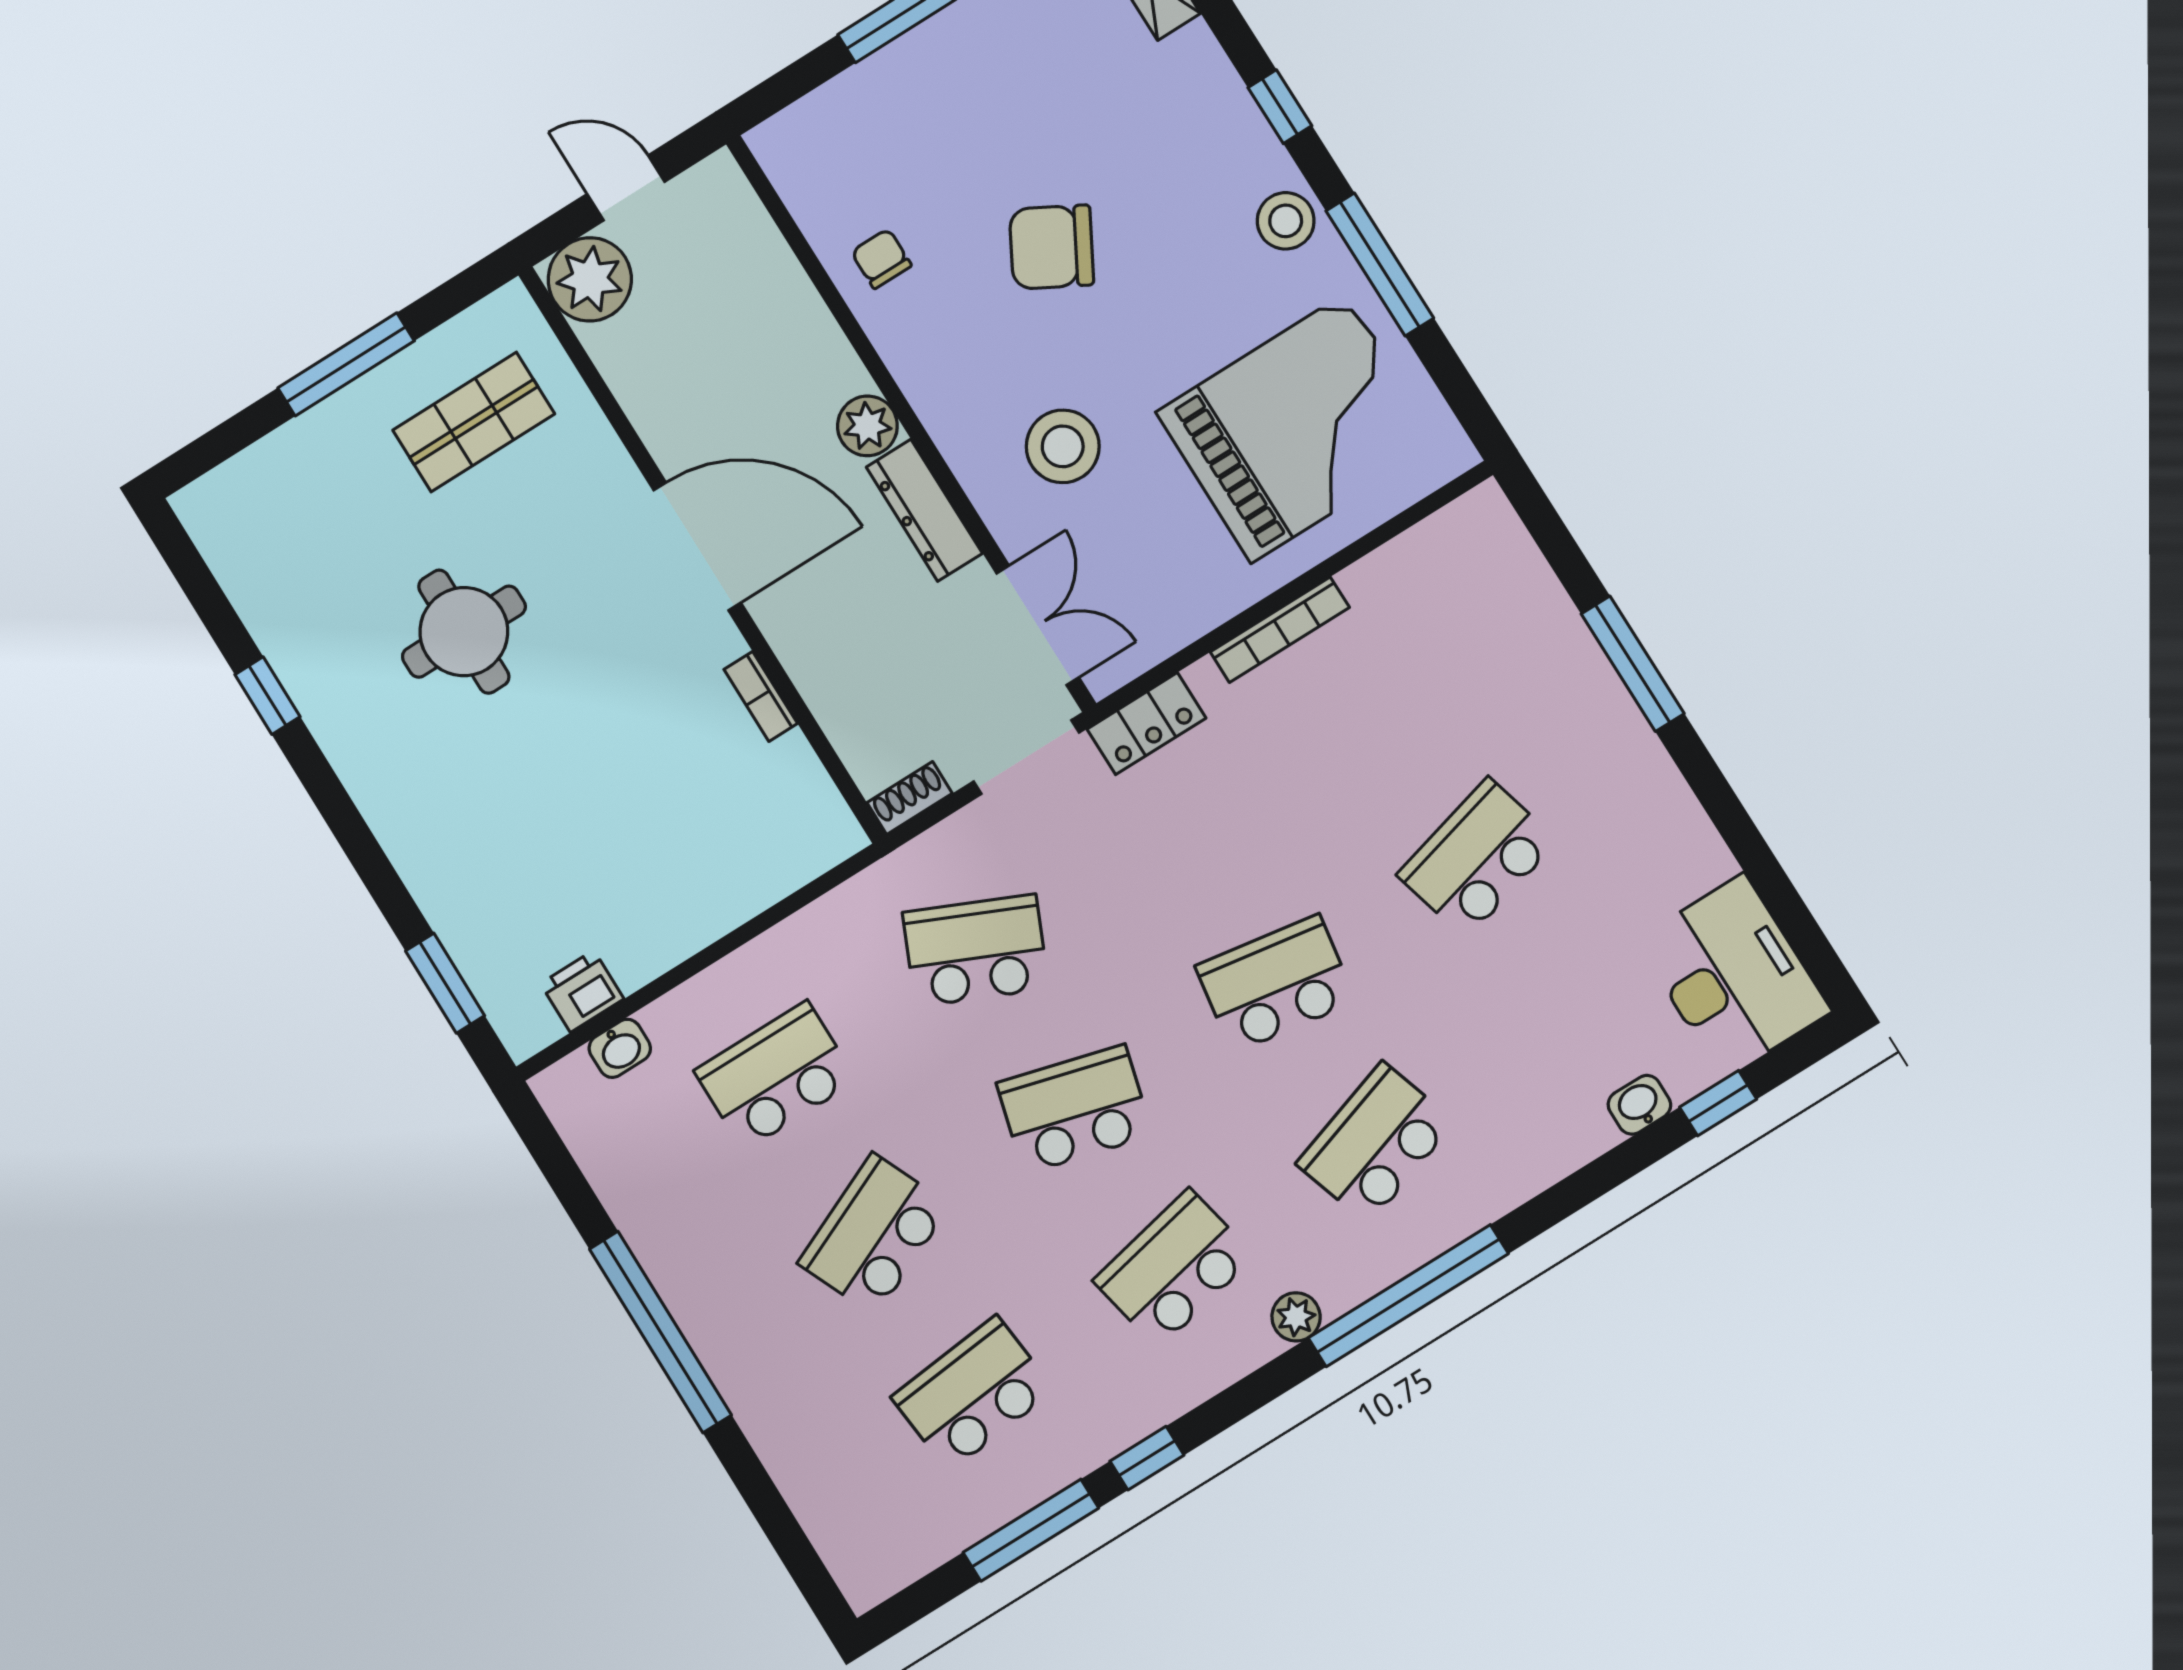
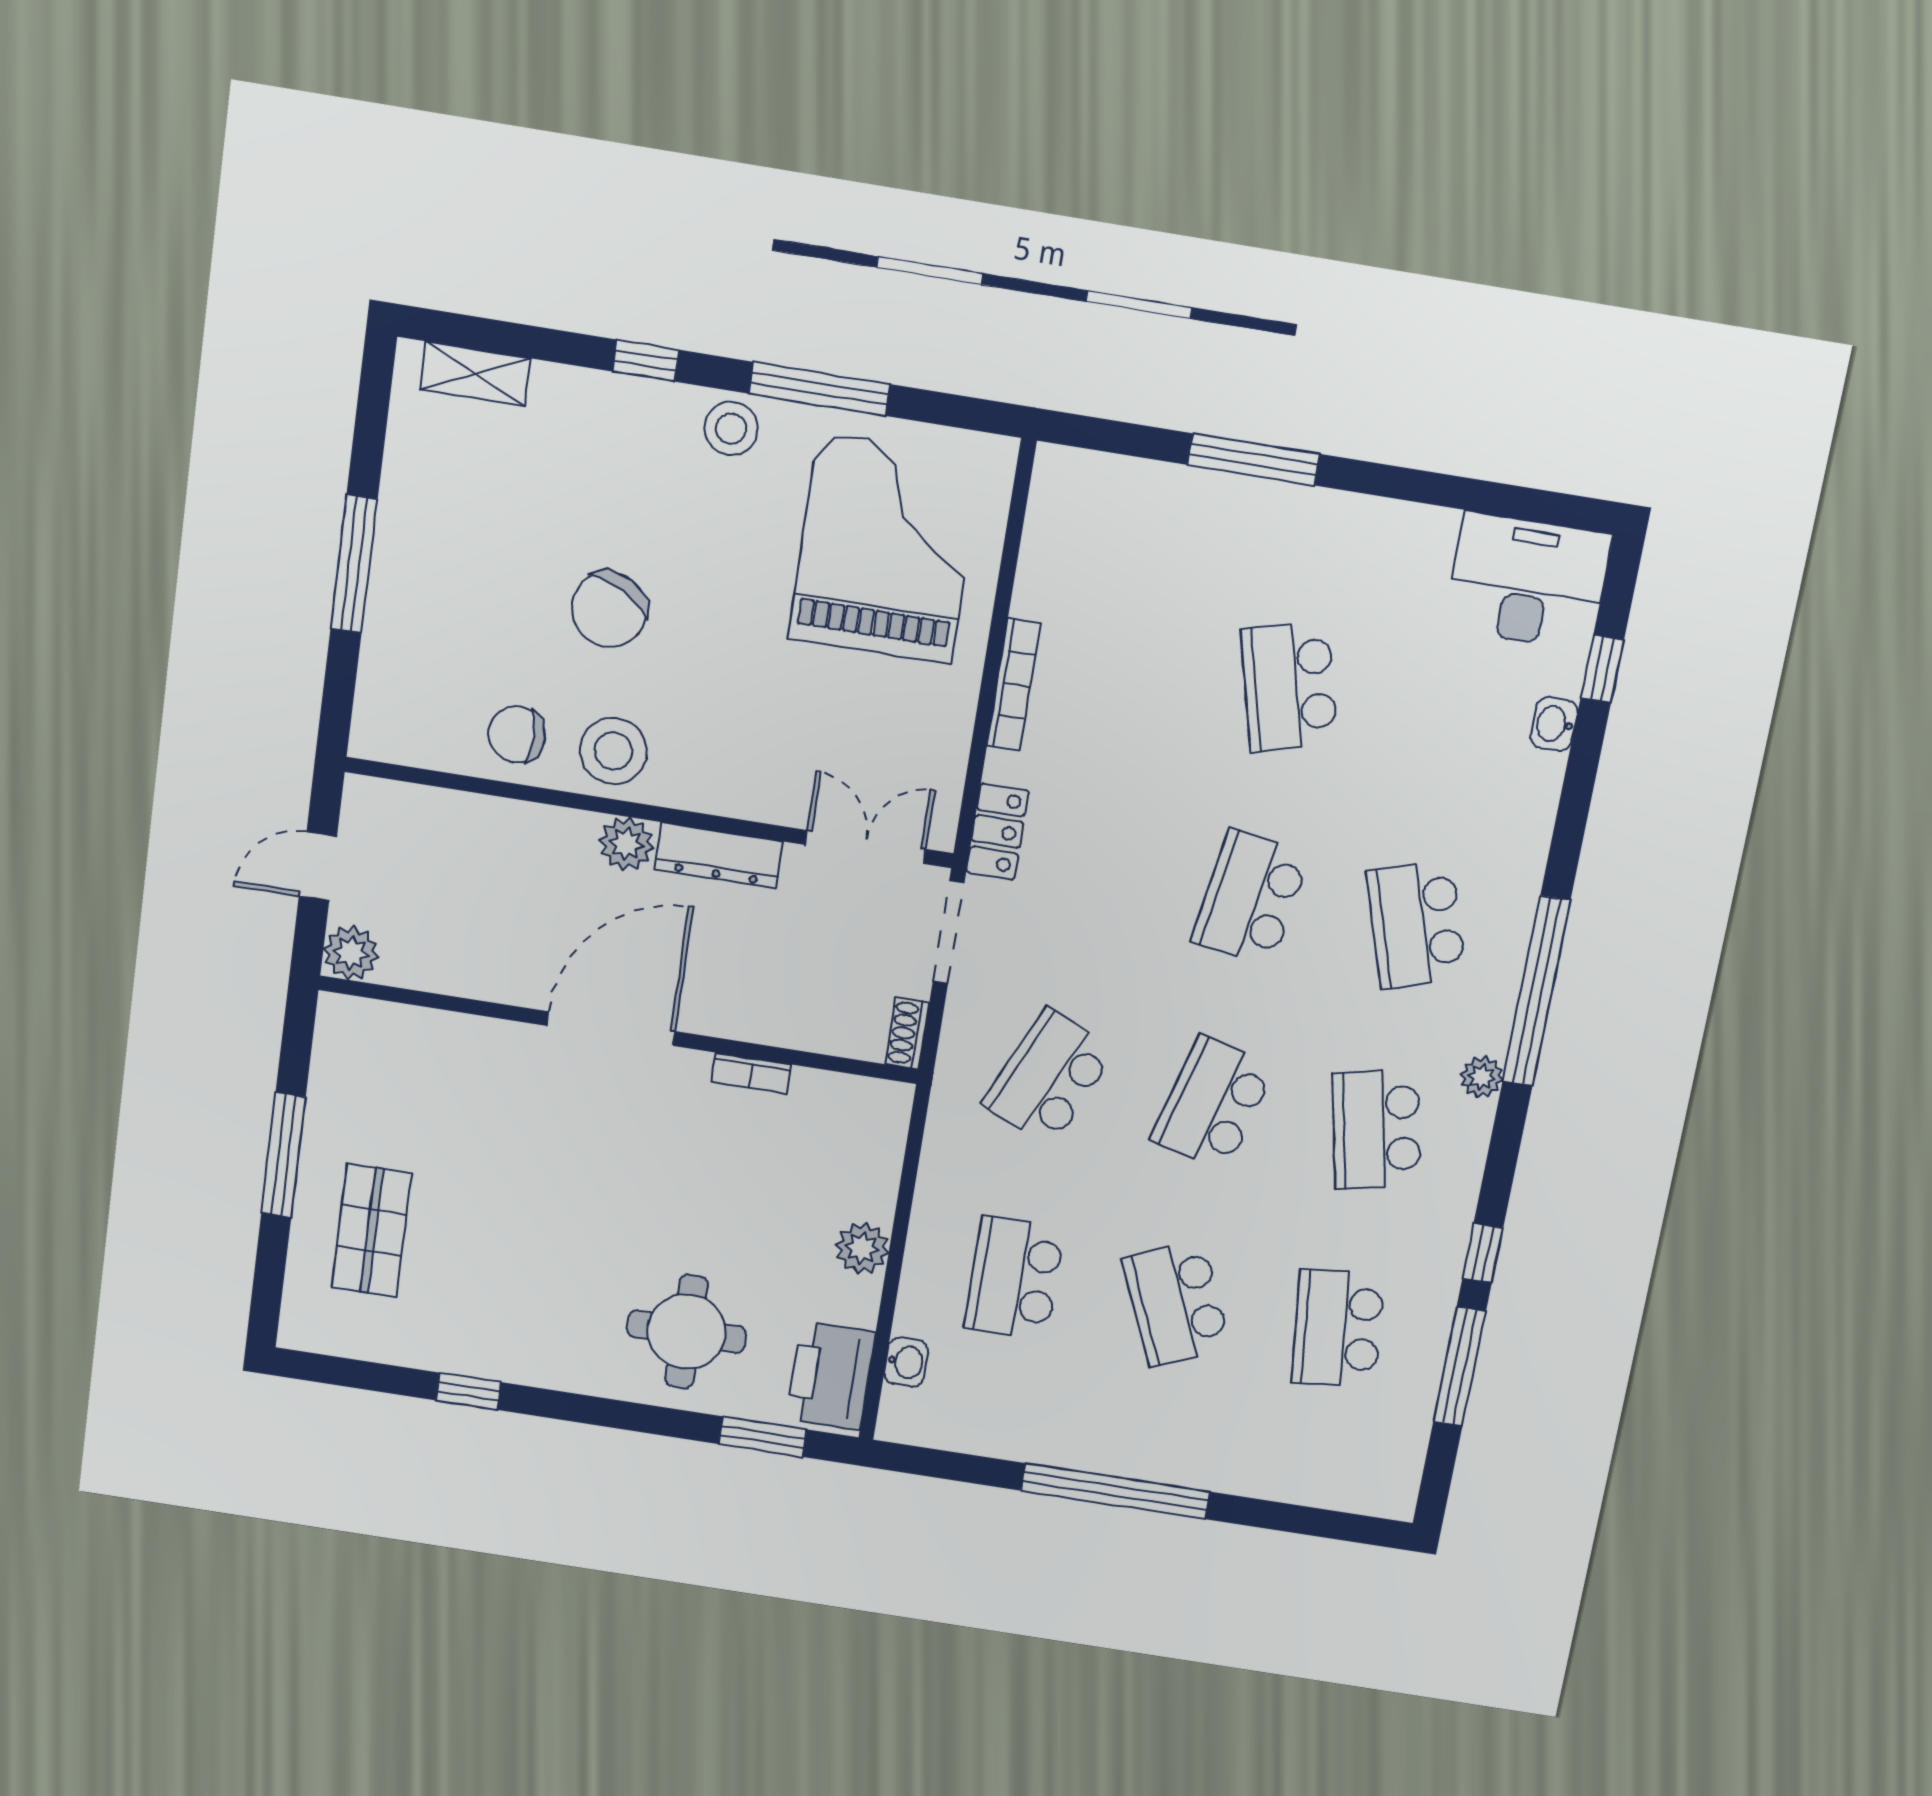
chair: (881, 259) -> (517, 734), width x1.37, depth x1.37
plant: (590, 279) -> (351, 953), width x0.73, depth x0.73
shop shelf: (474, 422) -> (372, 1230), moved
stool: (1063, 446) -> (613, 751), moved
round table: (464, 632) -> (687, 1332), moved
plant: (689, 923) -> (862, 1248), added
printer: (582, 991) -> (831, 1376), width x1.87, depth x1.48

